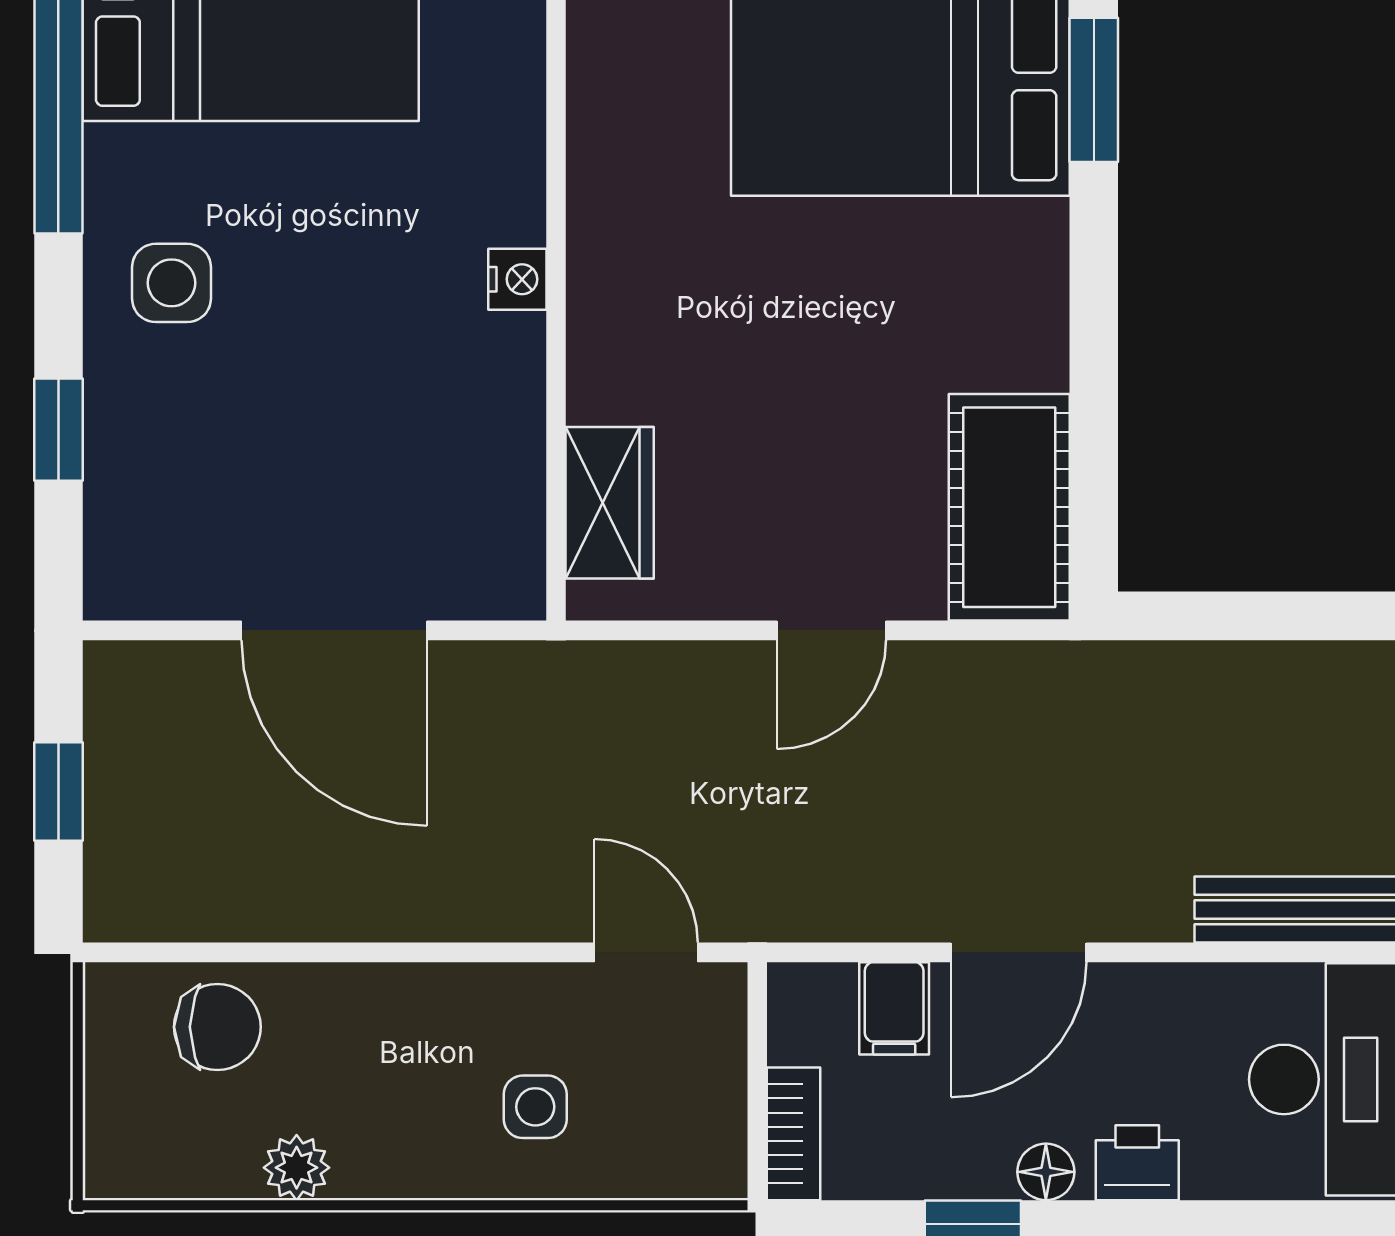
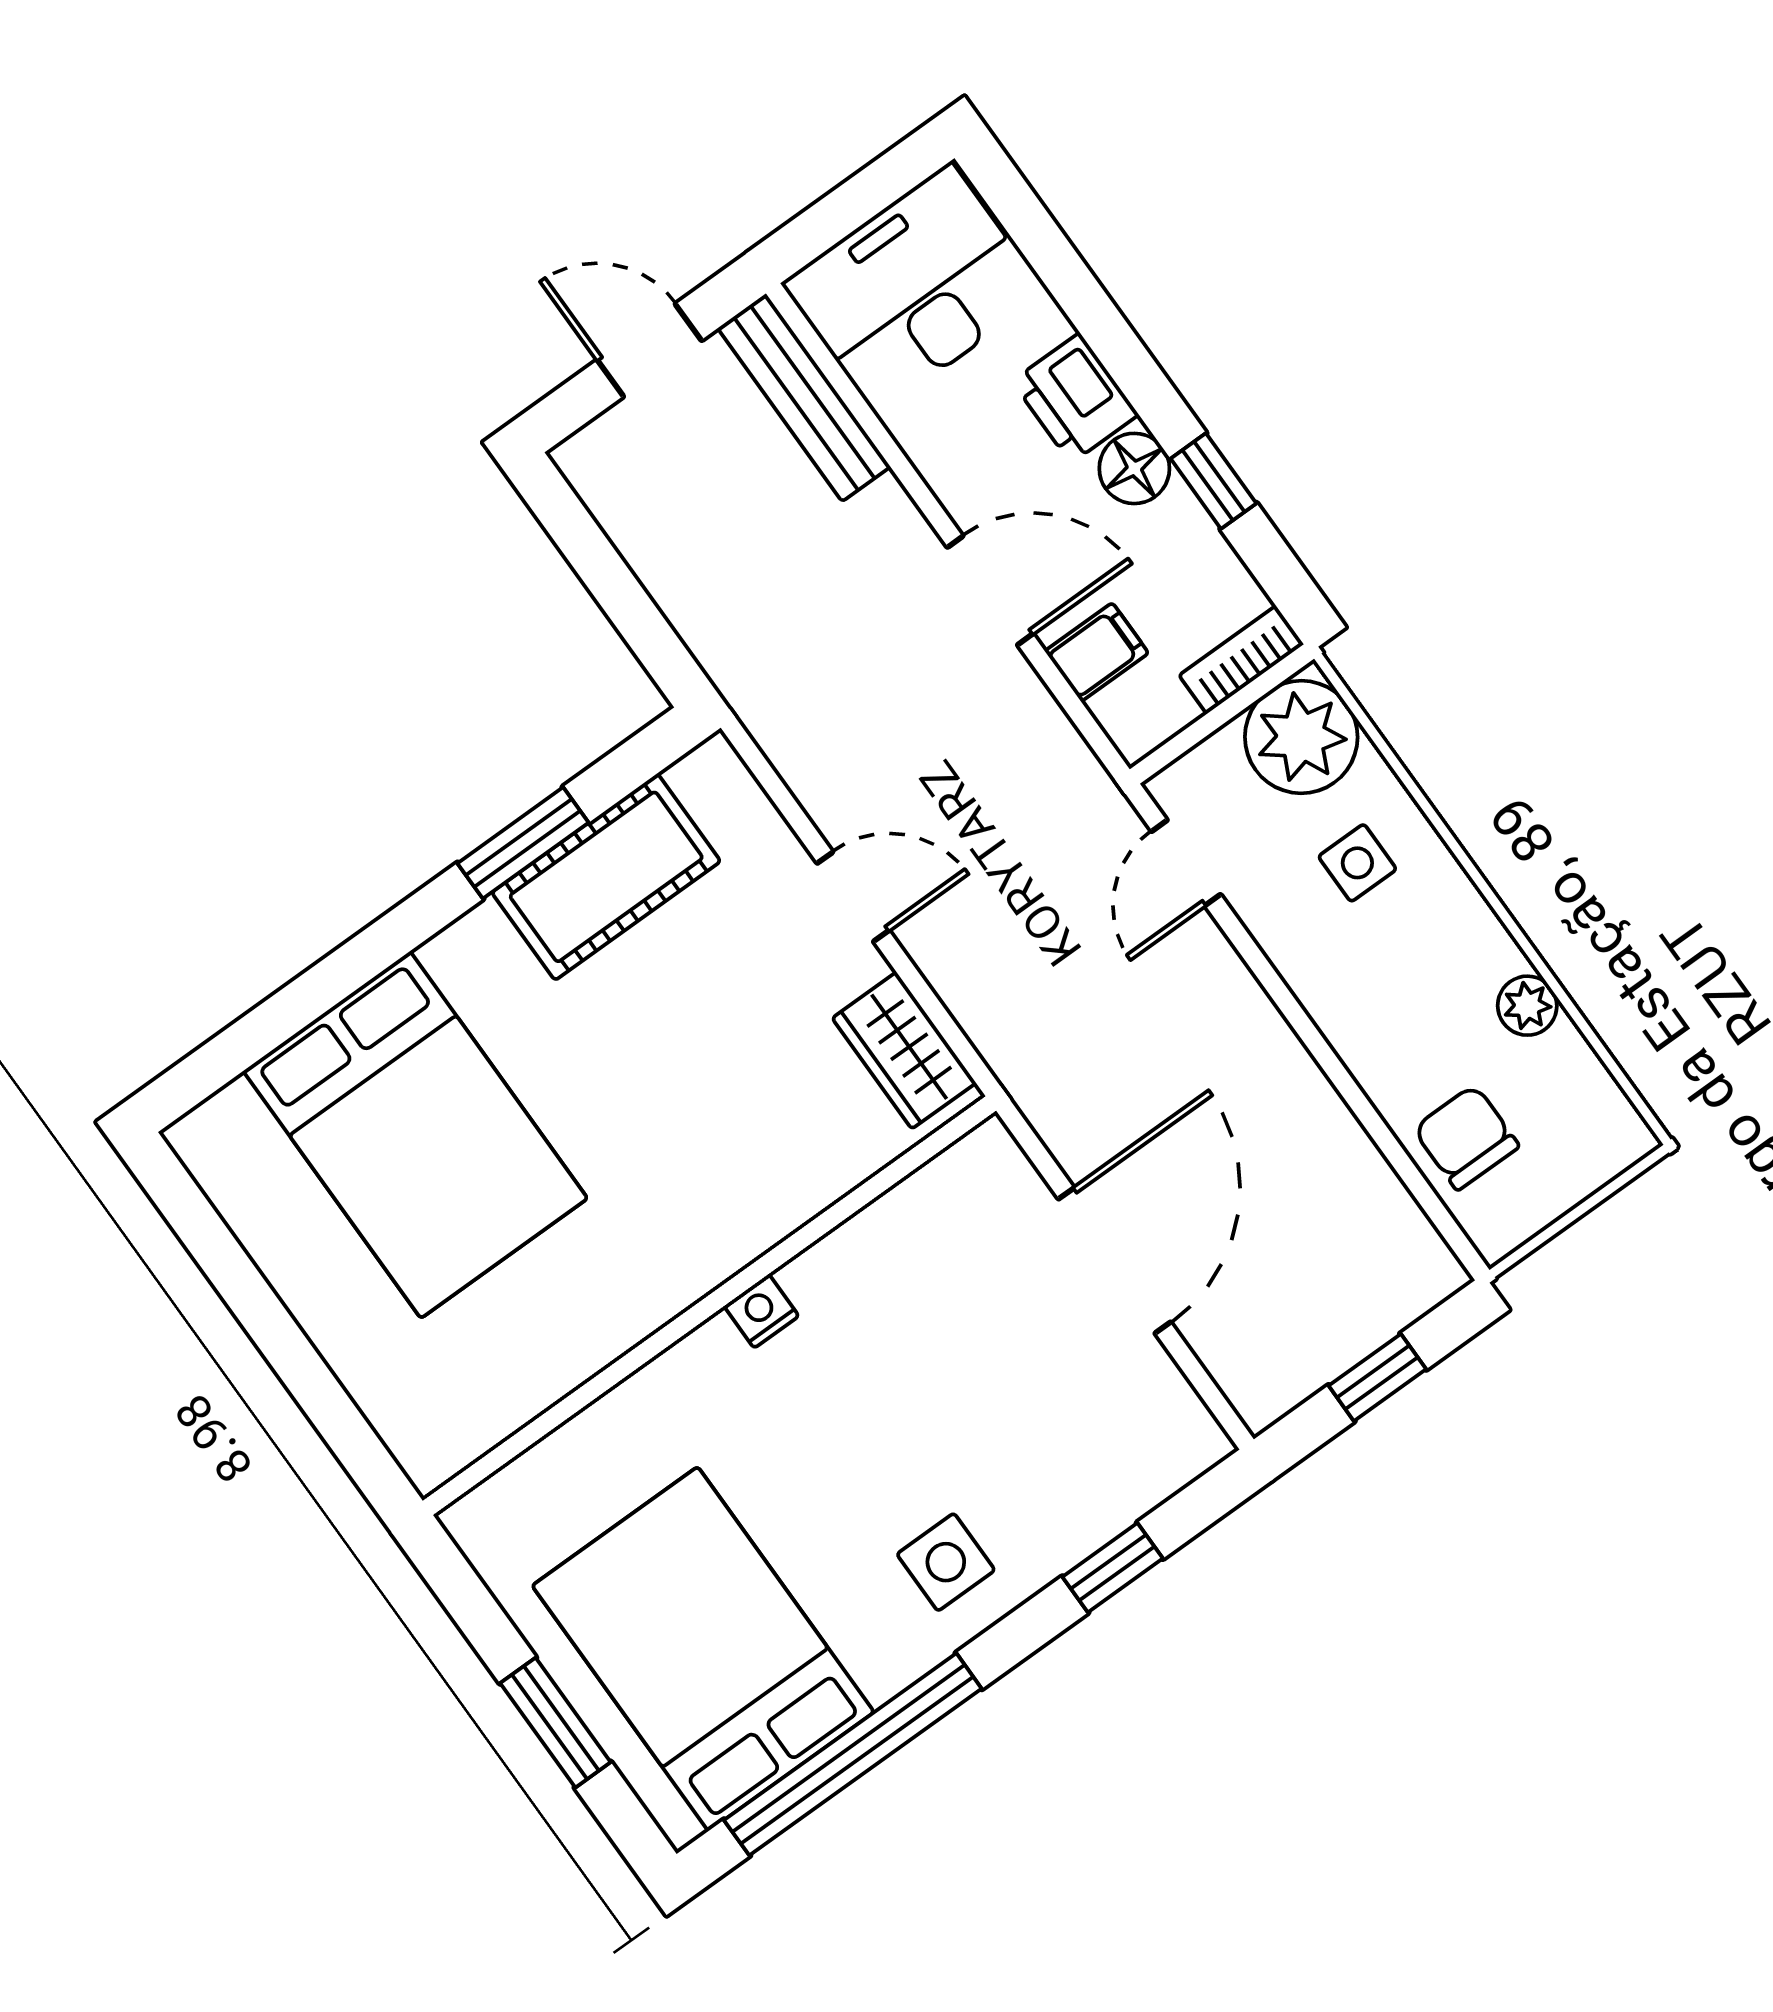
window: (1094, 90) -> (523, 843), moved
wardrobe: (610, 503) -> (904, 1050), moved, turned -90
cot: (1009, 507) -> (606, 877), moved
plant: (685, 1138) -> (1301, 737), added
printer: (1137, 1163) -> (1075, 398), width x1.36, depth x1.24
floor lamp: (1046, 1172) -> (1134, 468), width x1.37, depth x1.37

